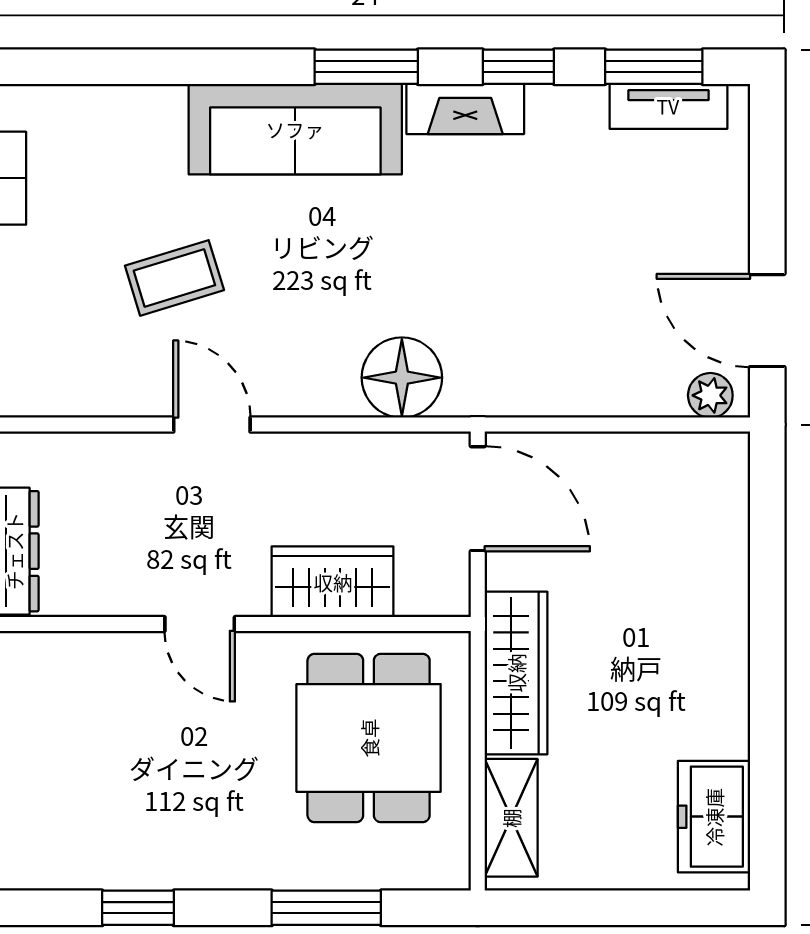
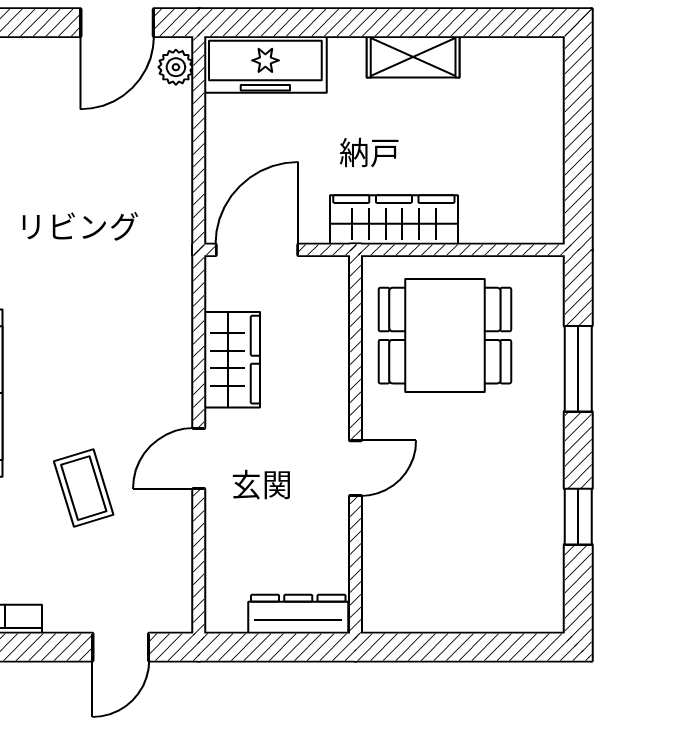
floor lamp: (402, 378) -> (162, 309), removed
wardrobe: (333, 582) -> (232, 360), moved, turned 180
freezer: (714, 817) -> (265, 64), moved, width x1.40
shelving: (511, 818) -> (413, 57), moved

